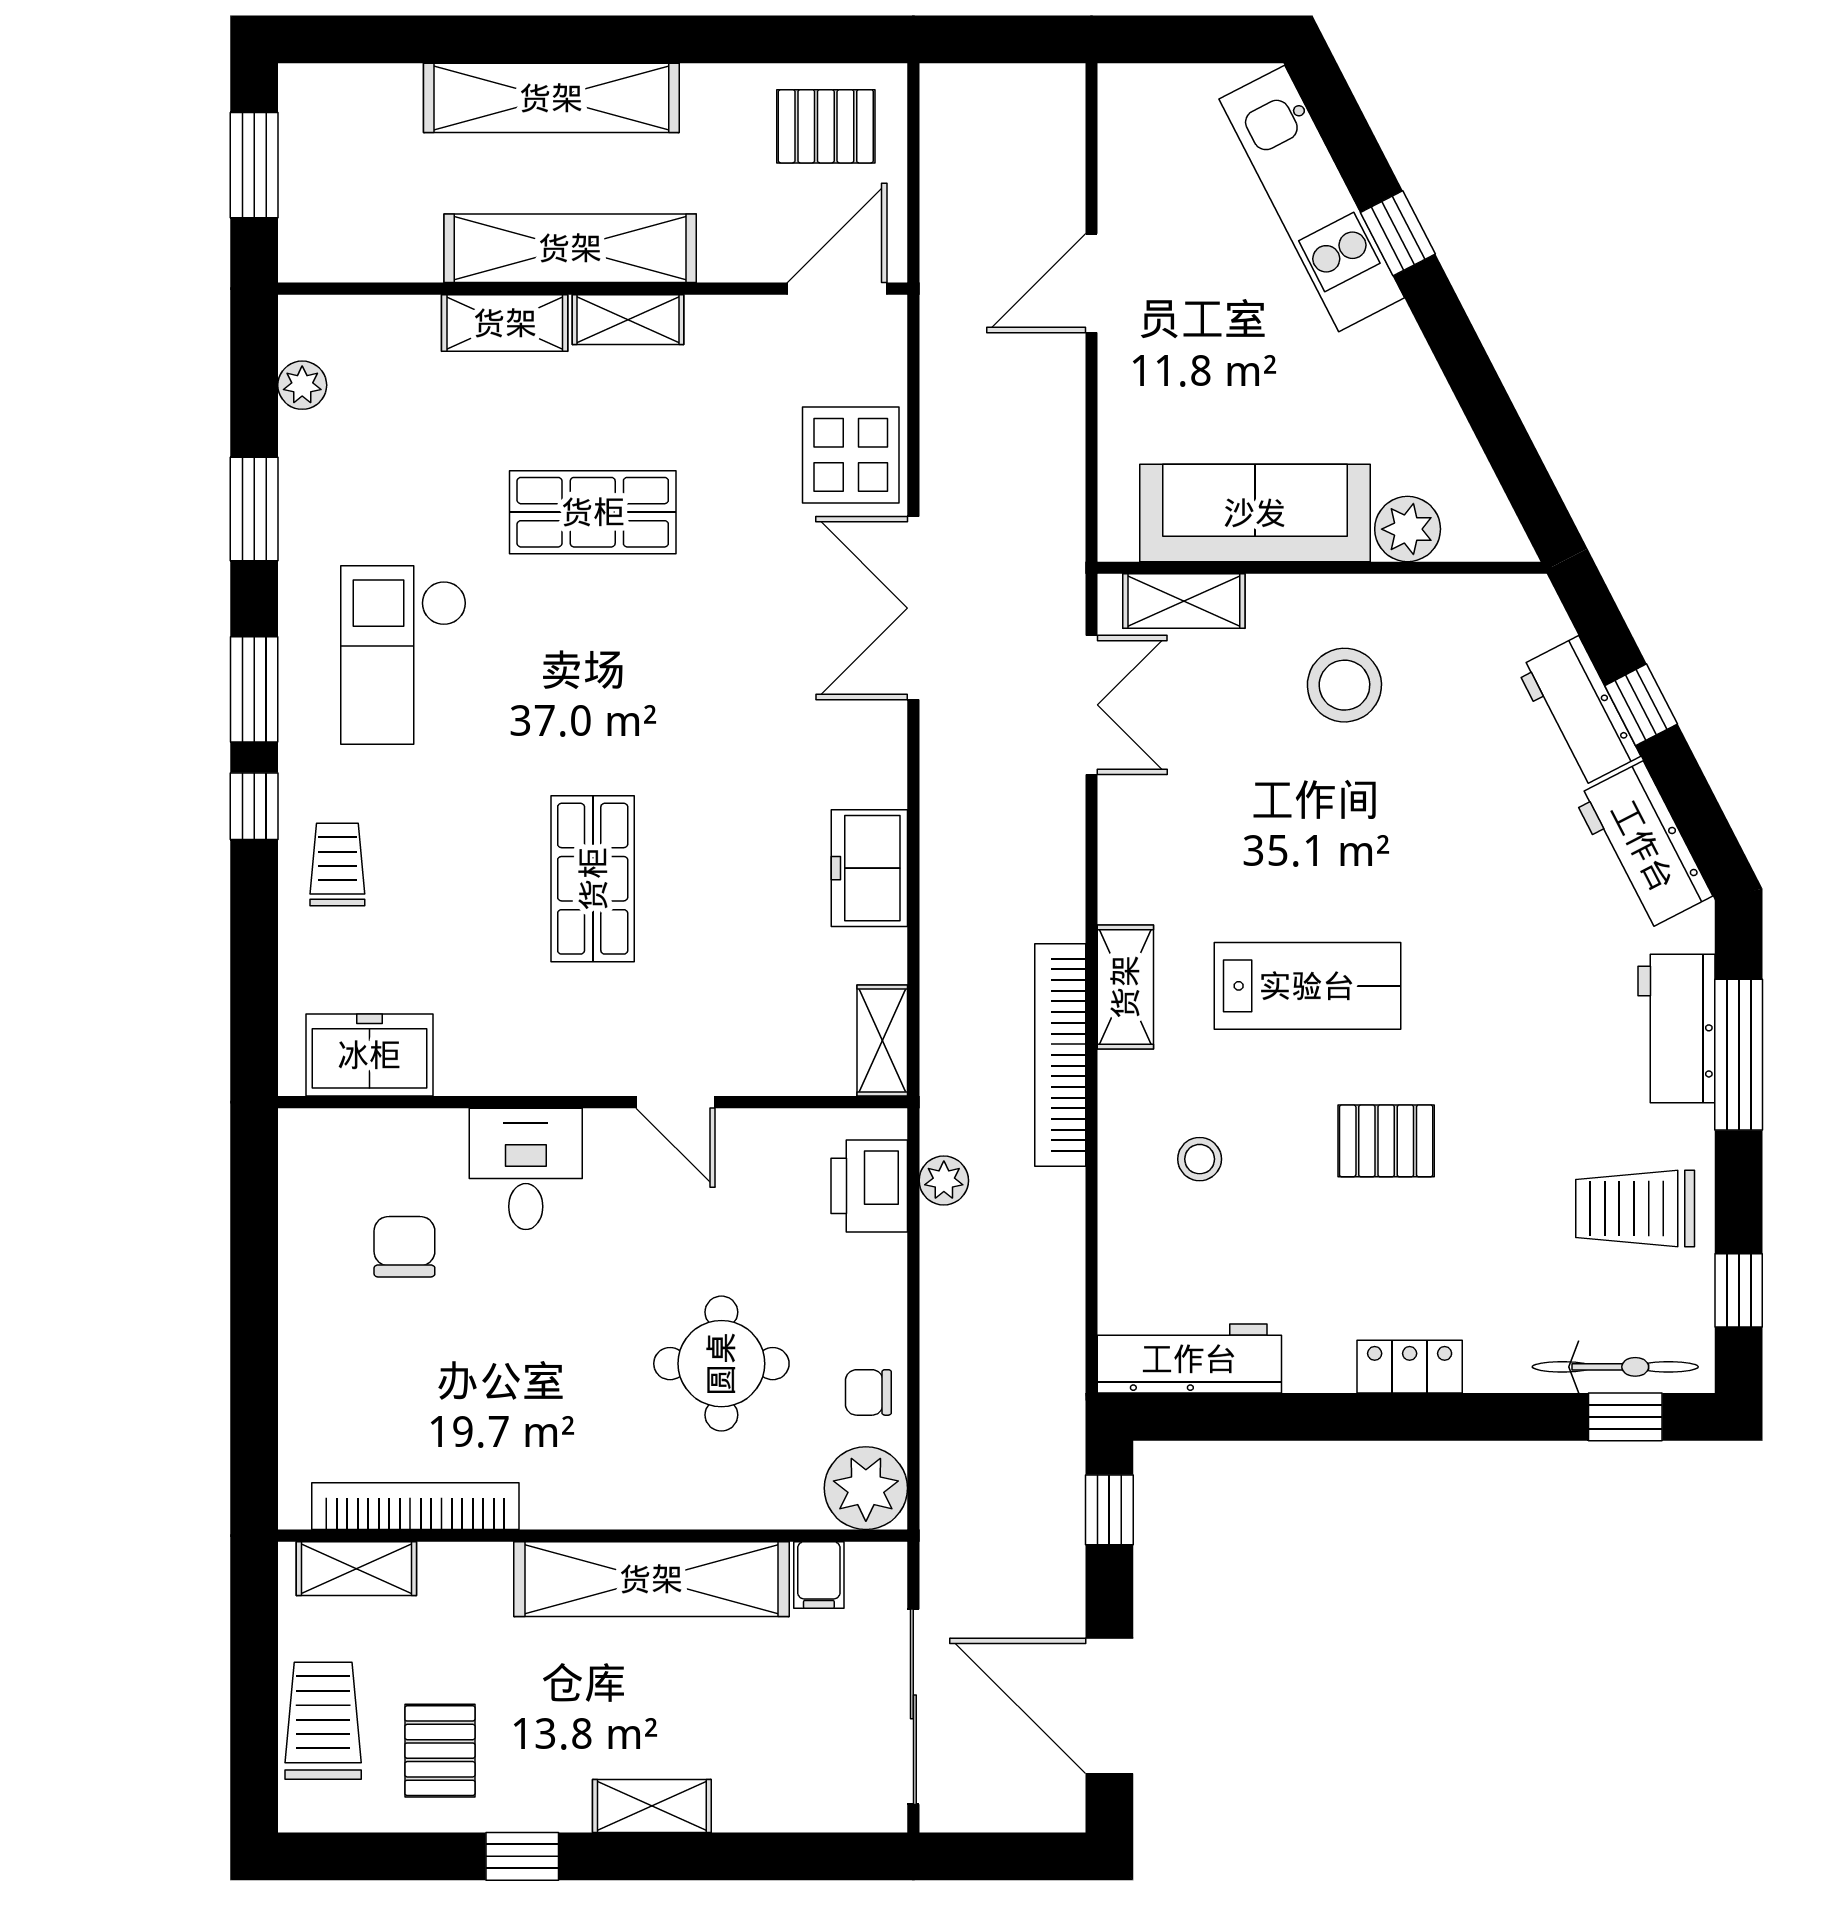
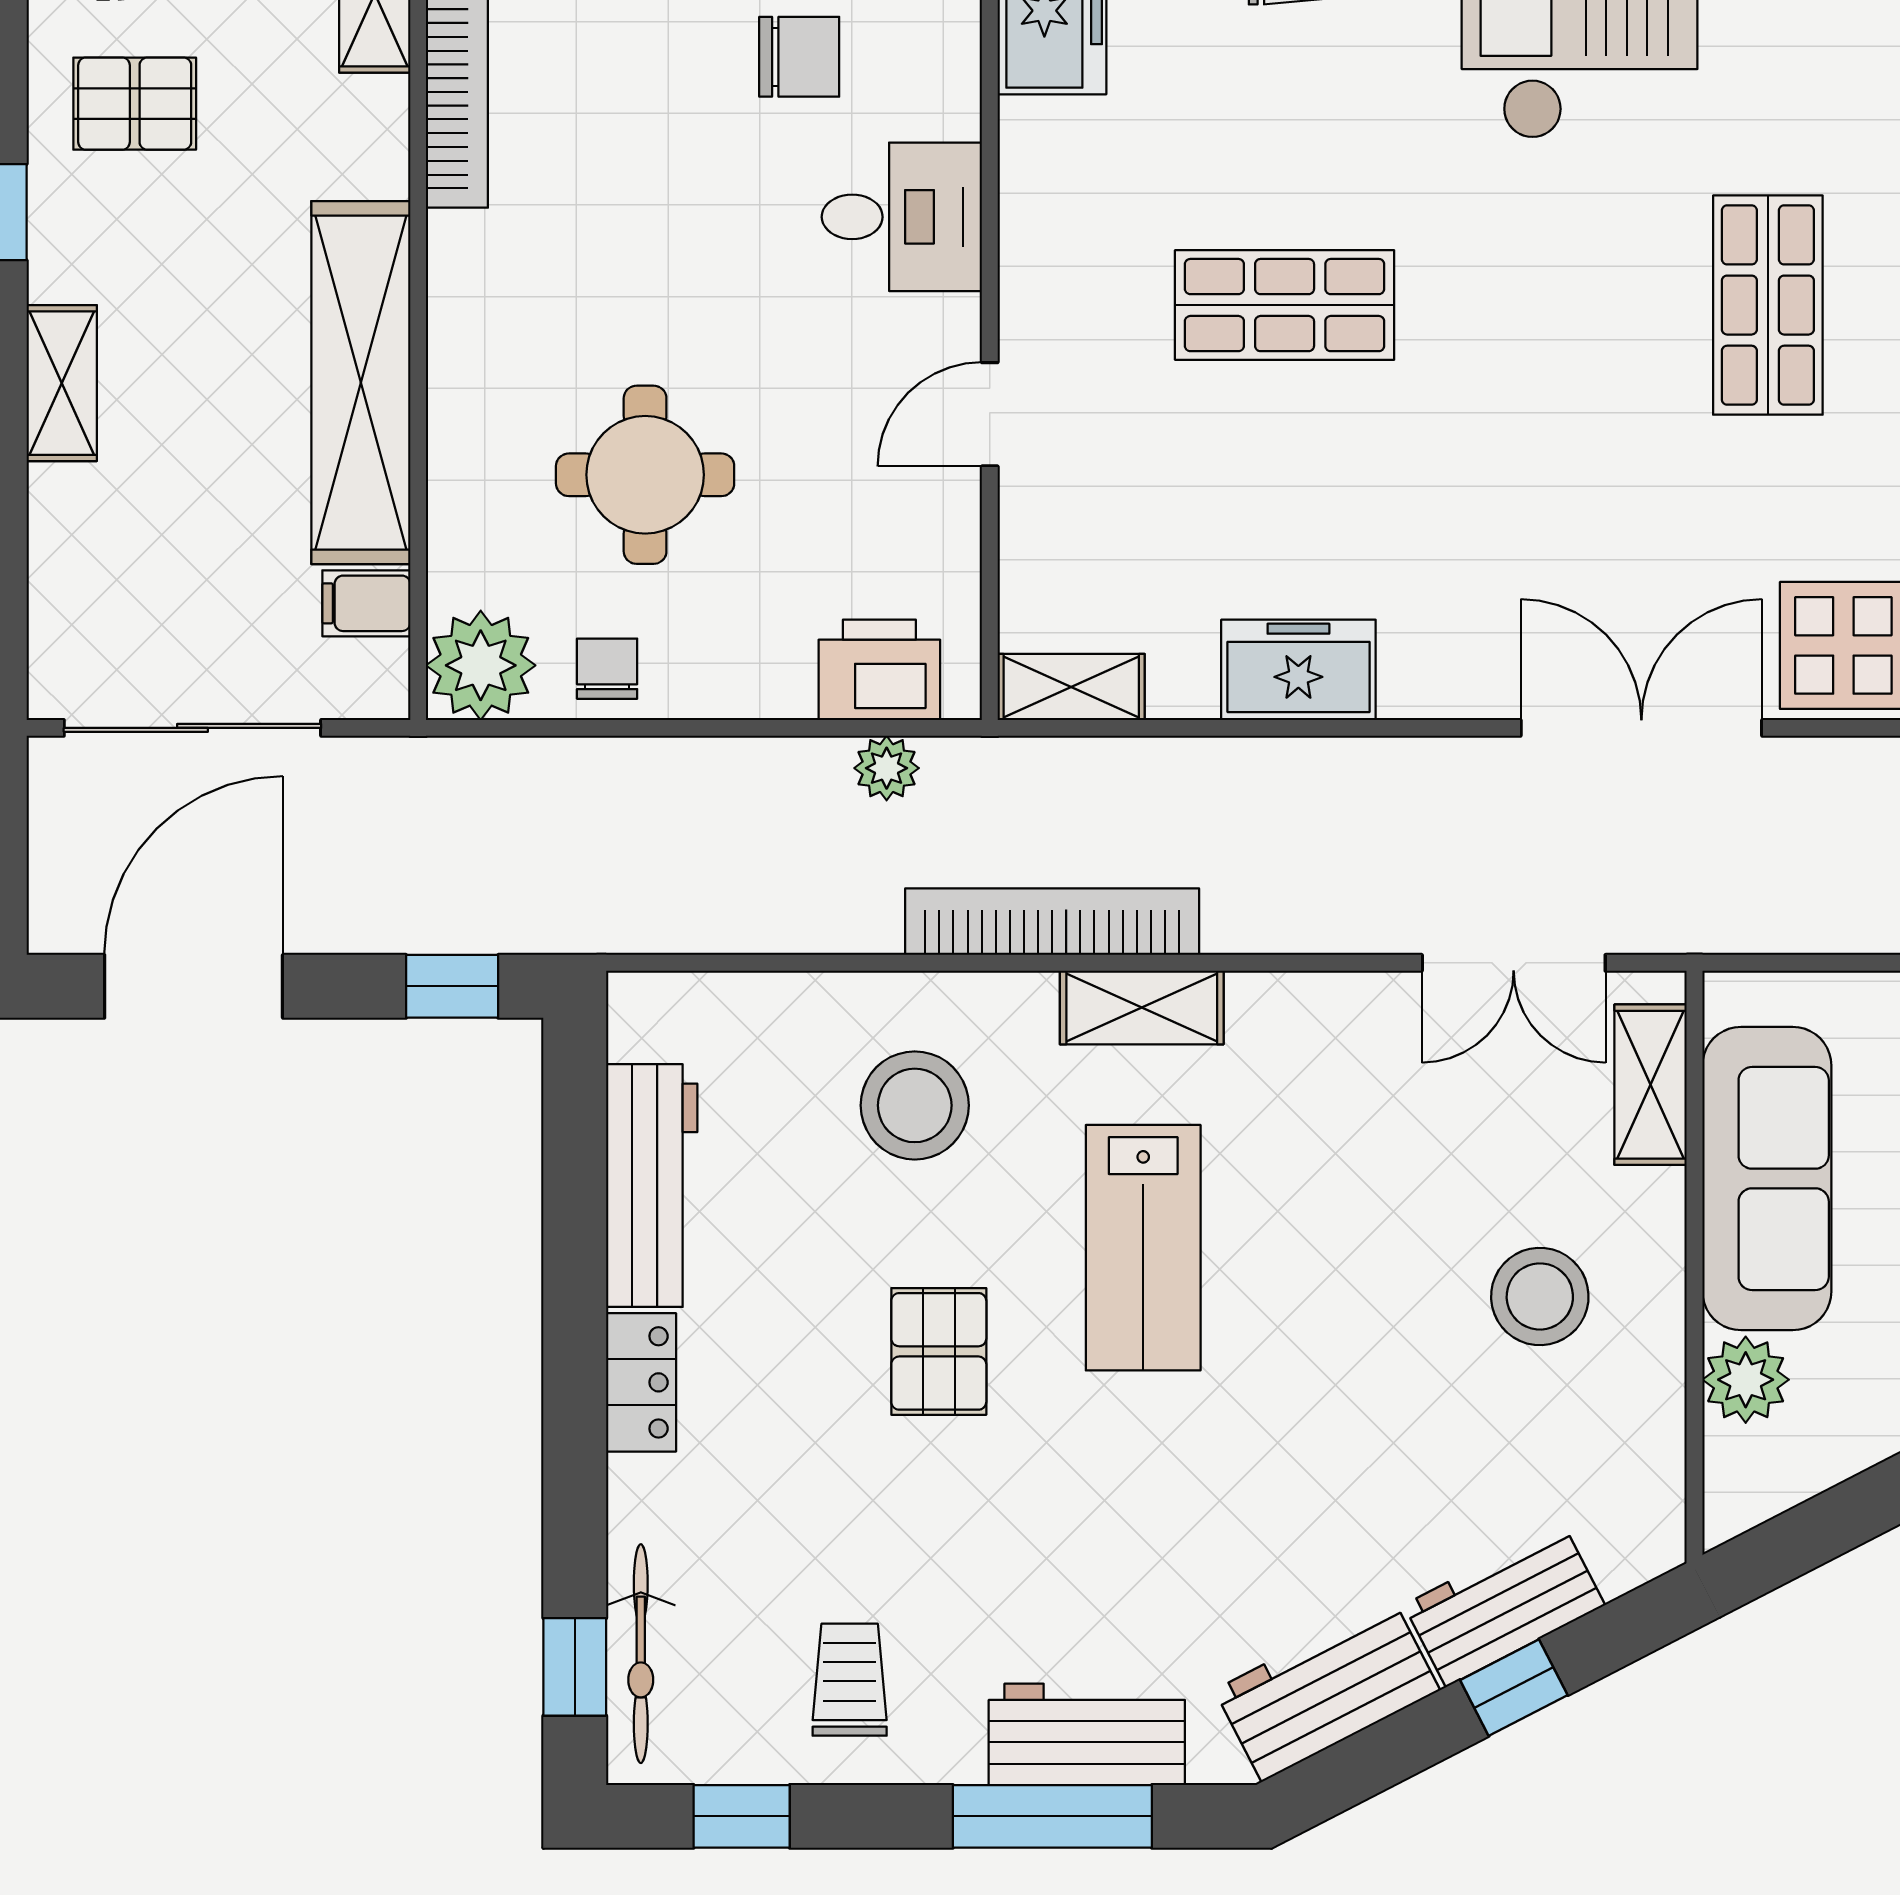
stool: (1200, 1159) -> (915, 1105), width x1.89, depth x1.89
trolley: (1635, 1208) -> (850, 1680), width x0.73, depth x0.72
workbench: (1189, 1359) -> (652, 1186), moved

